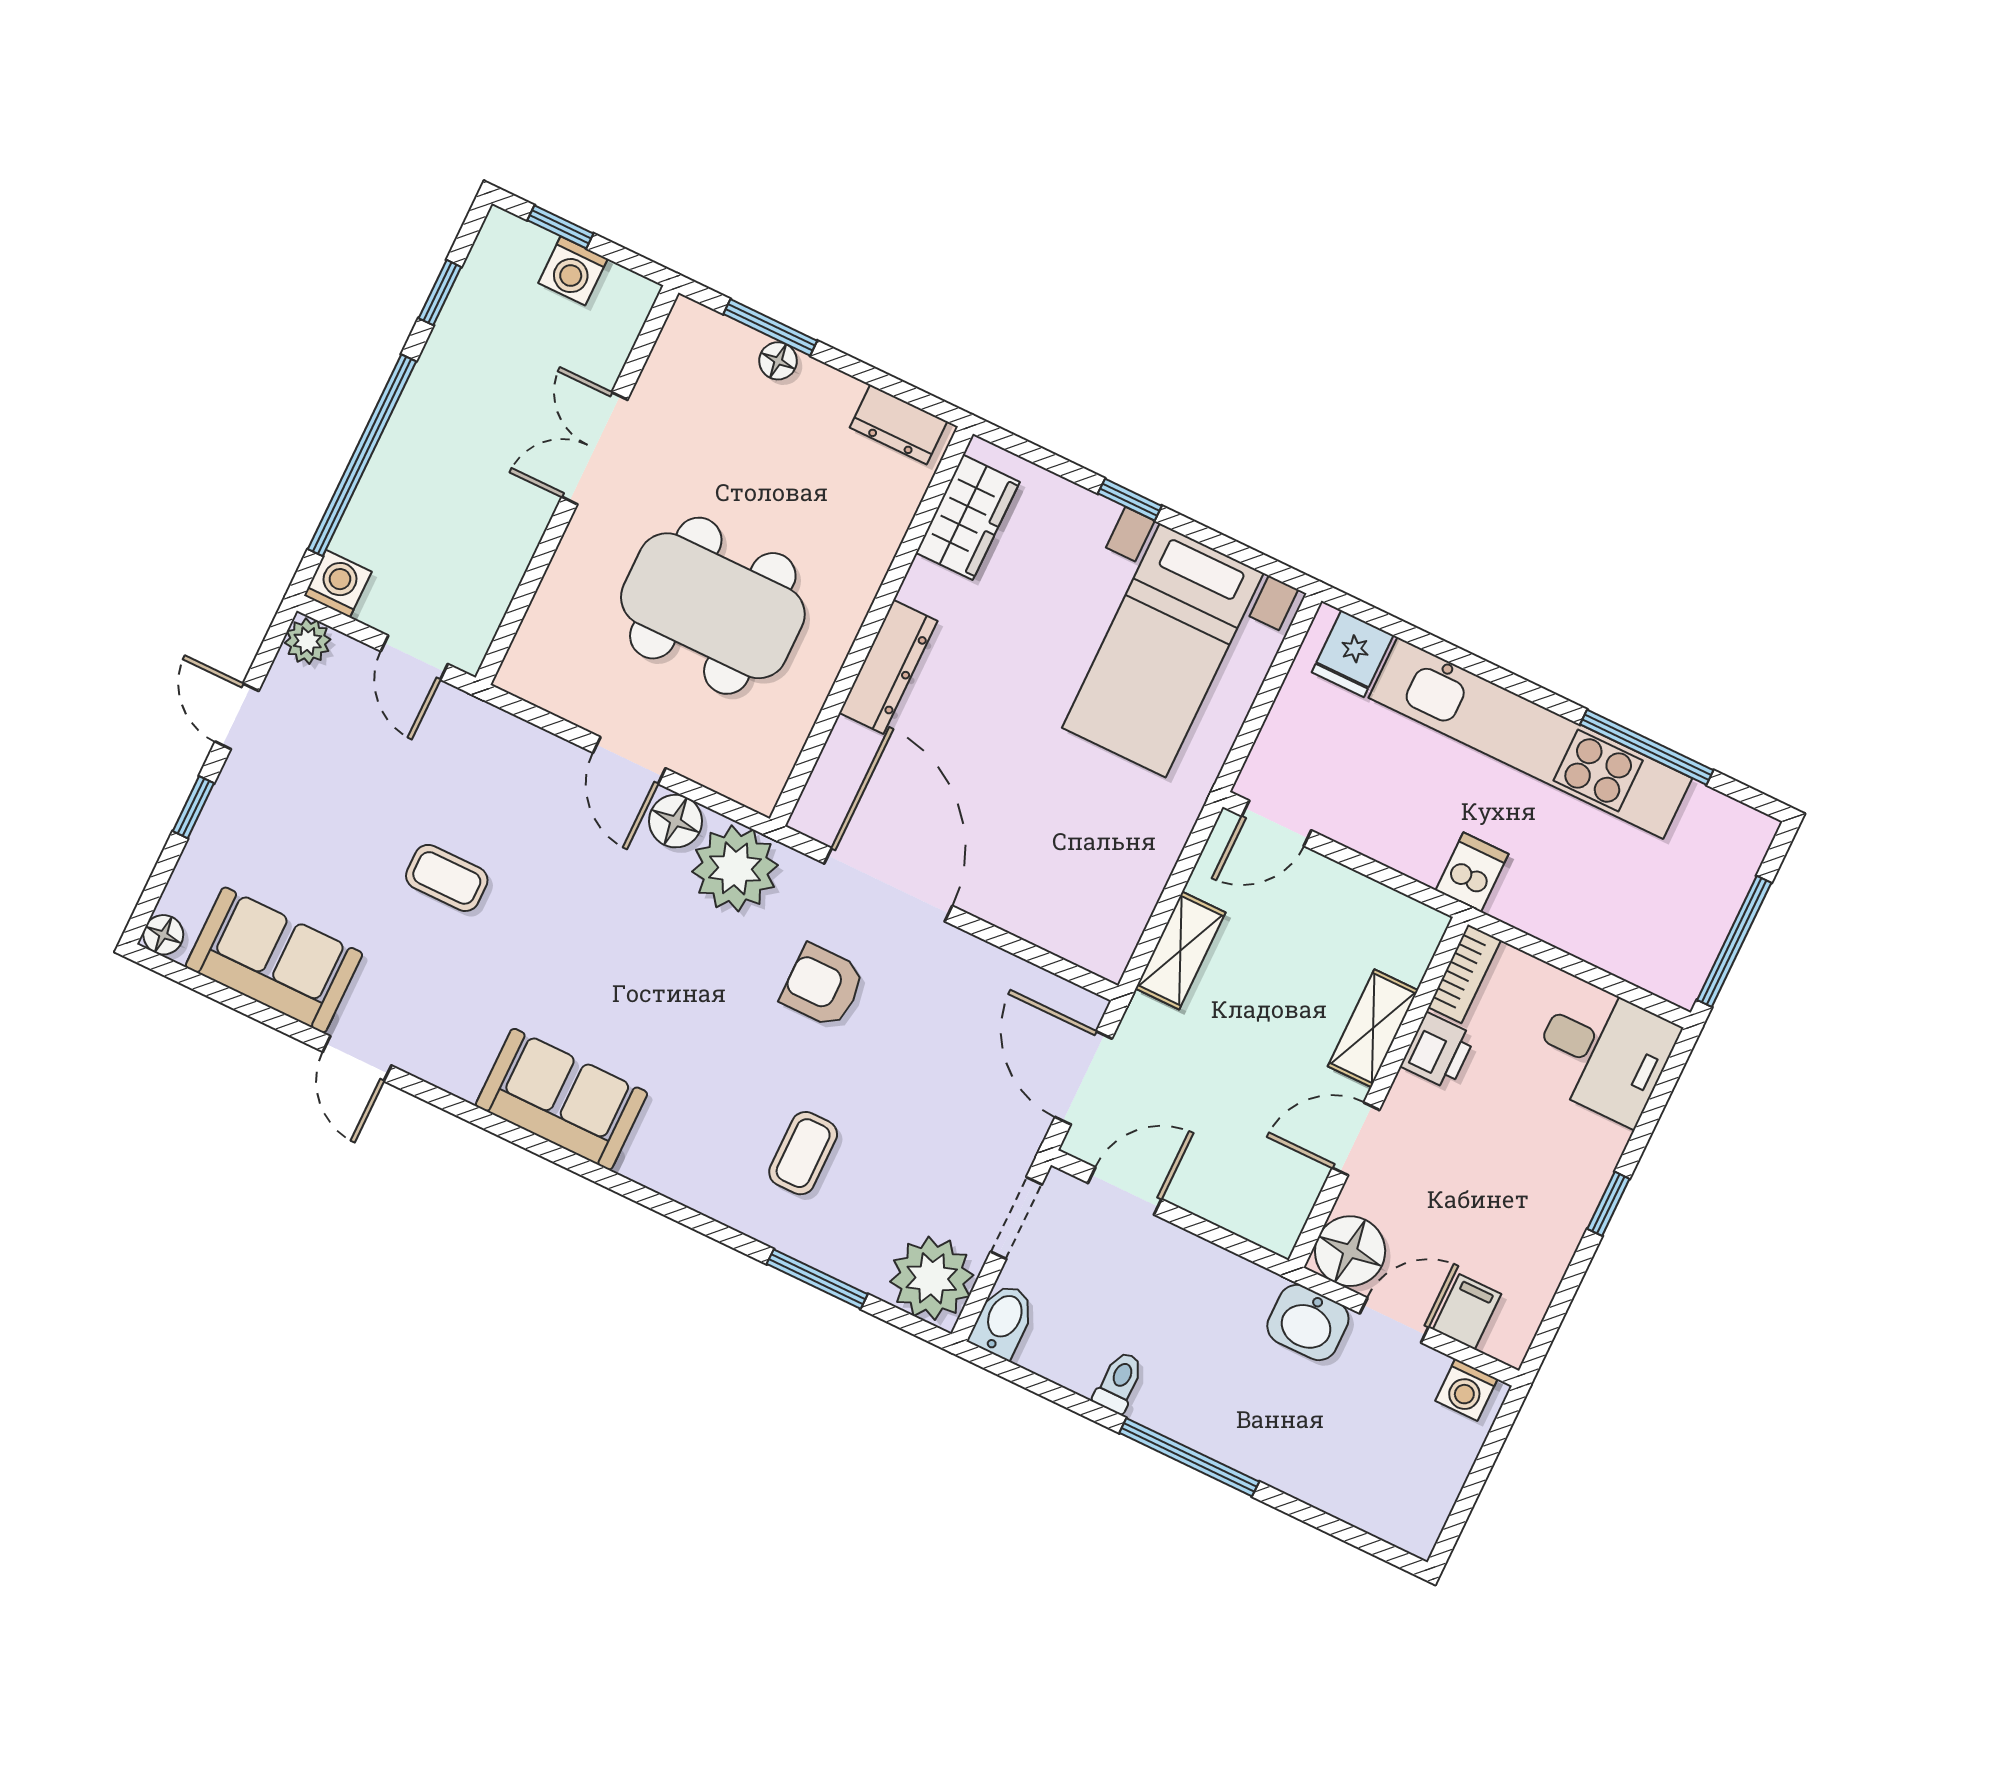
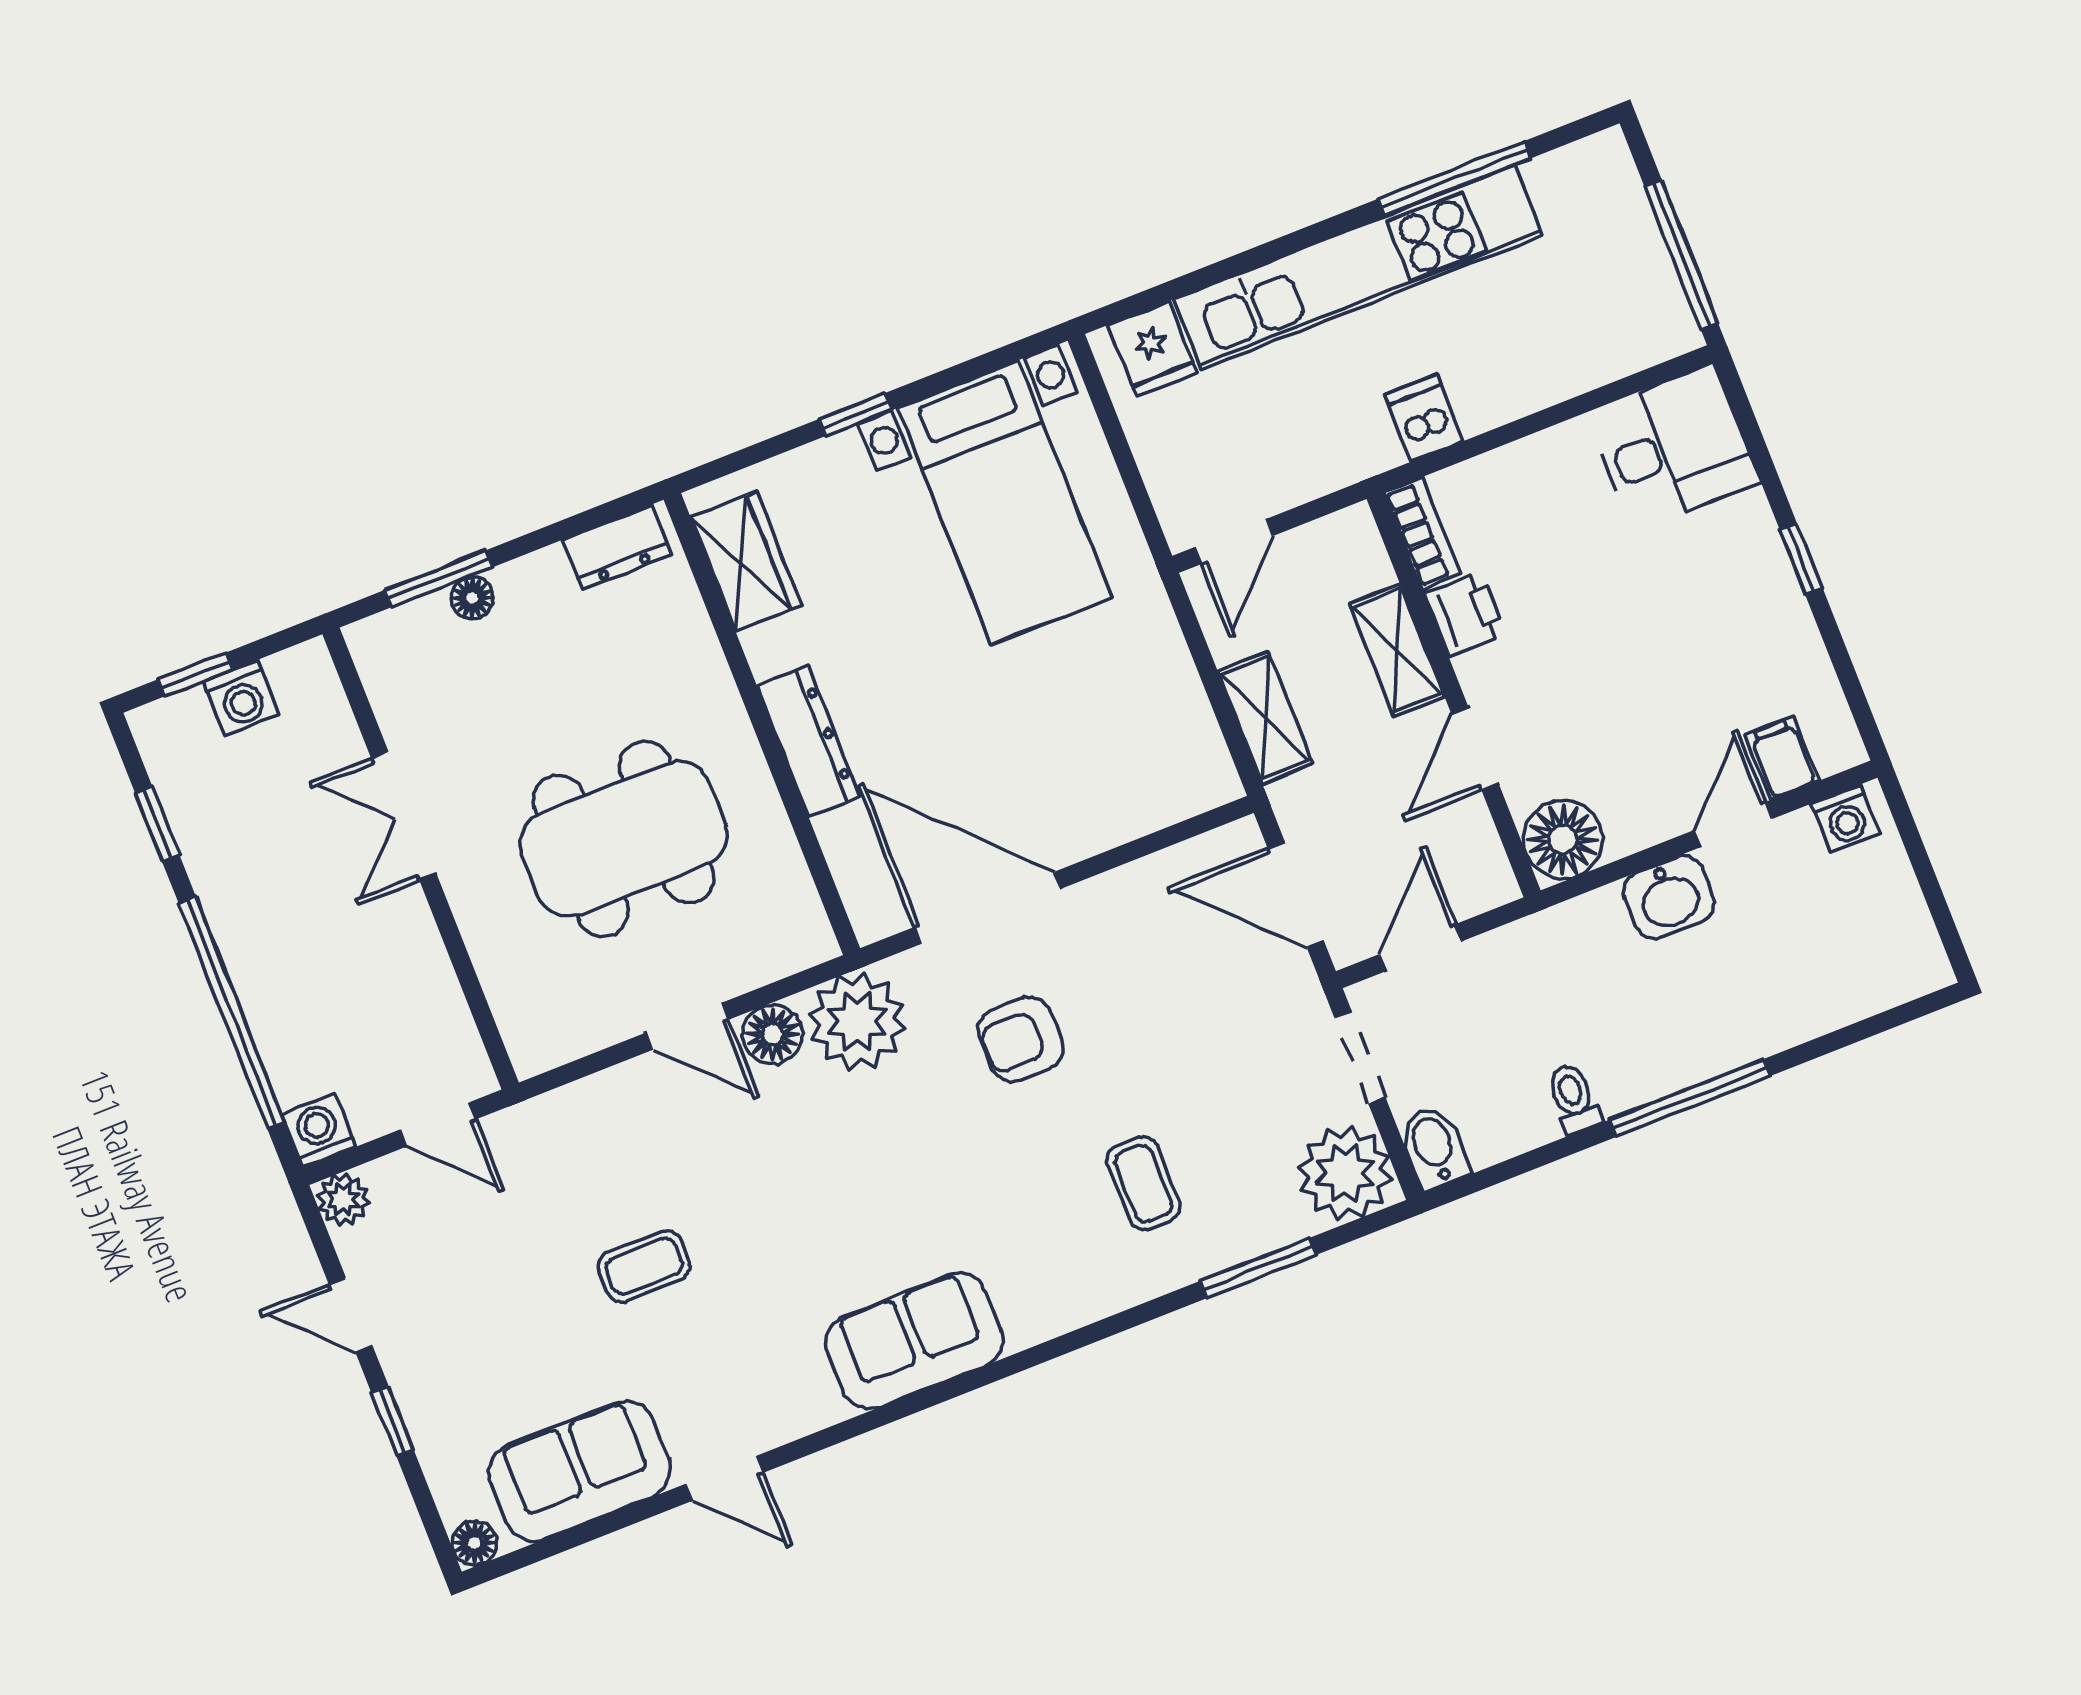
bookcase: (1465, 974) -> (1422, 533), moved
shelving: (1373, 1028) -> (1397, 650), moved
printer: (1438, 1051) -> (1465, 614), moved
wall: (1378, 1092) -> (1454, 695), moved
door: (1356, 1139) -> (1475, 749), moved
floor lamp: (1350, 1251) -> (1563, 839), moved

